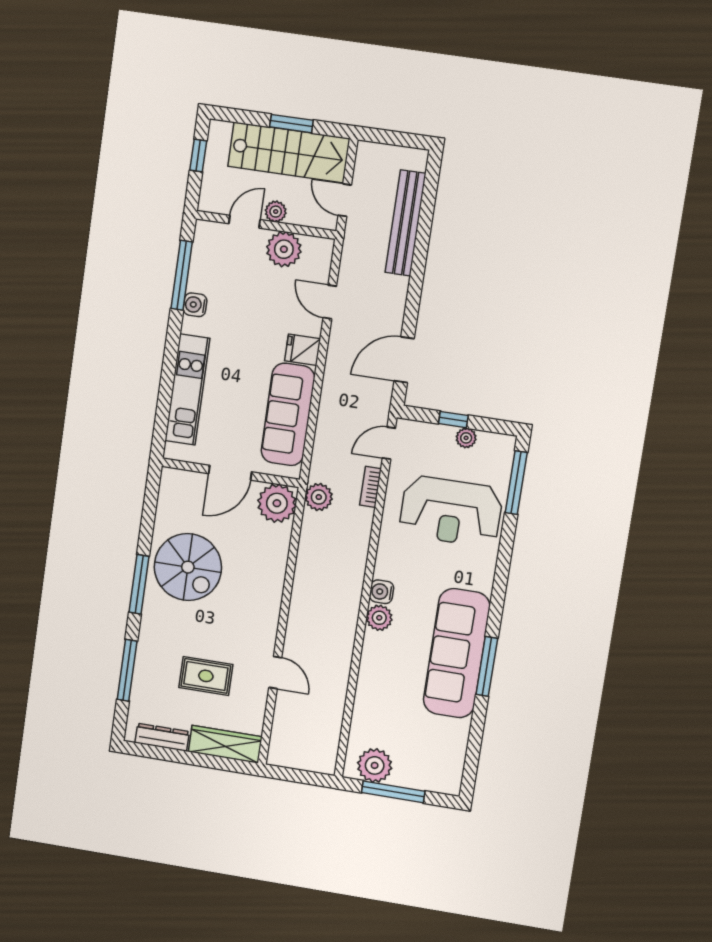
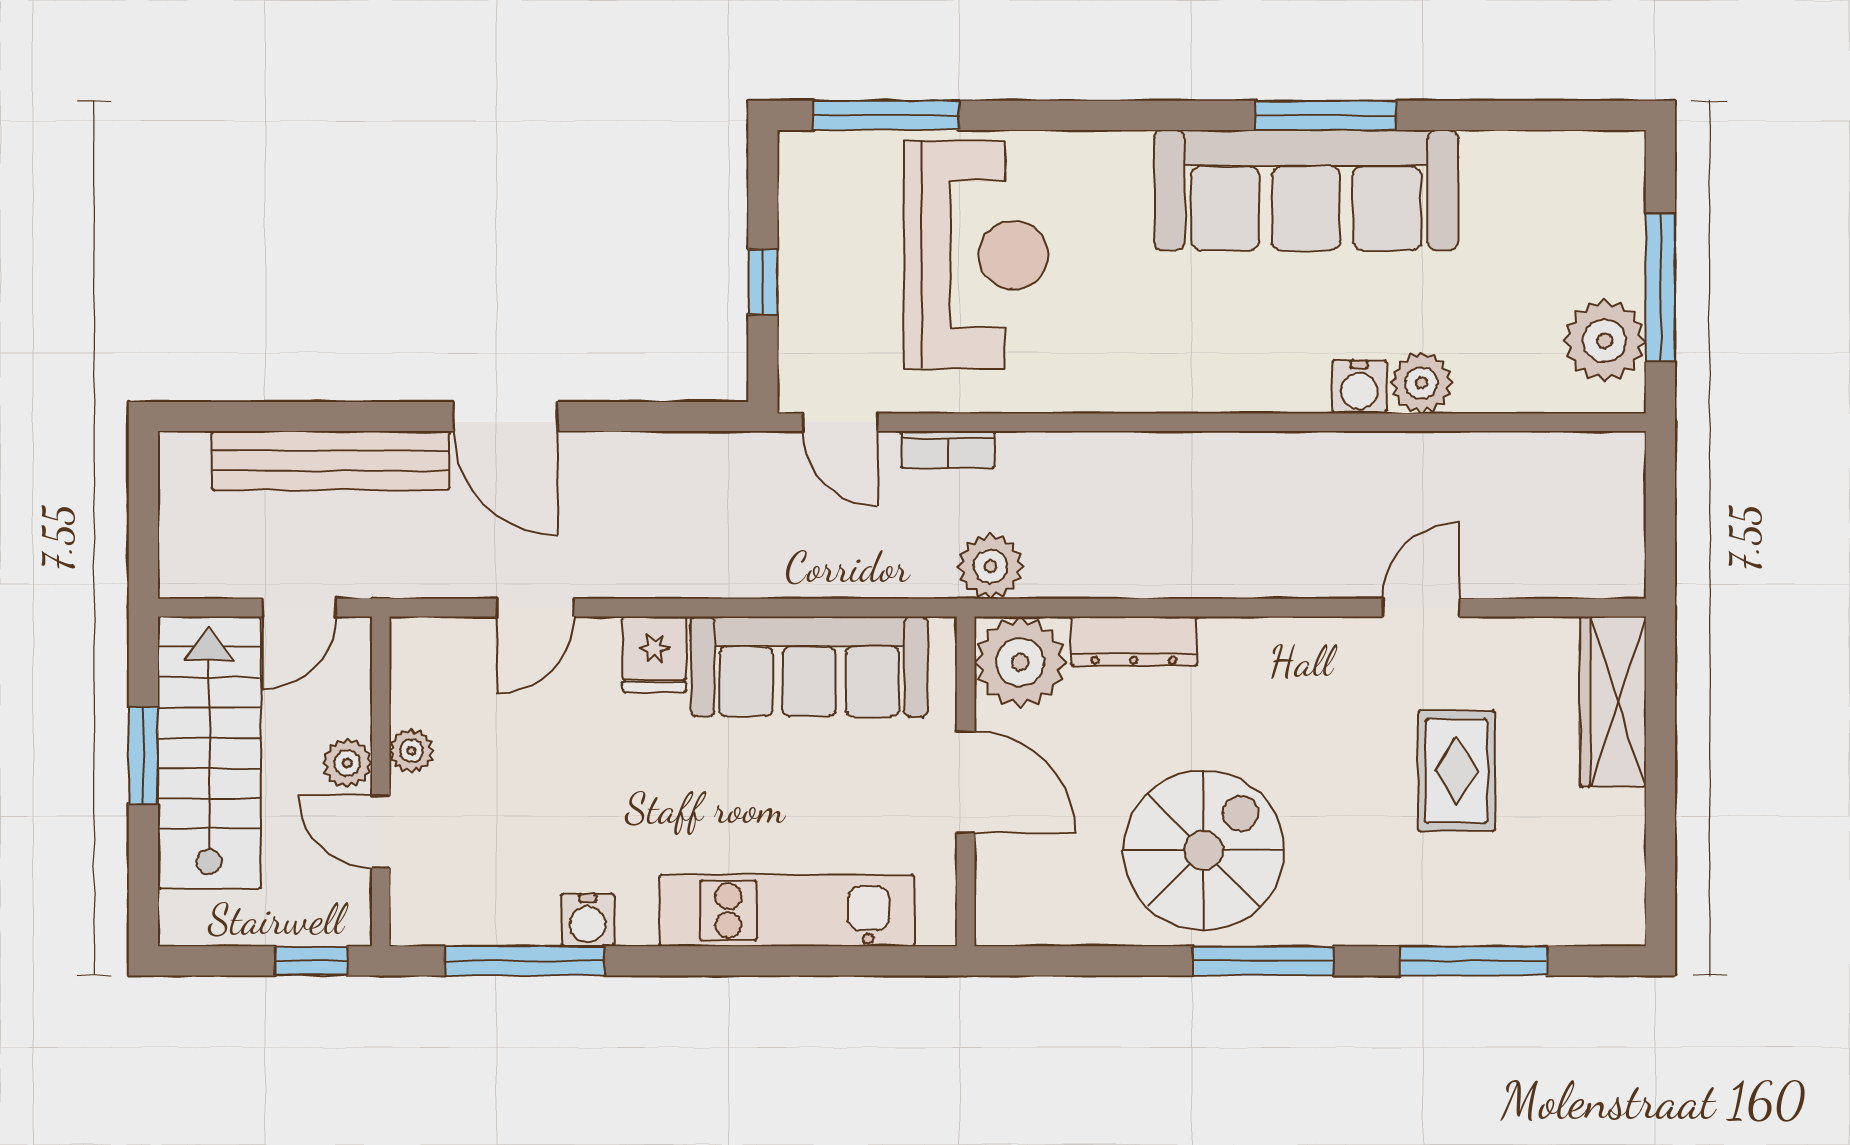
window: (198, 155) -> (312, 961), moved
plant: (284, 249) -> (411, 751), width x0.53, depth x0.53
door: (404, 360) -> (506, 416), moved
plant: (466, 438) -> (801, 246), removed
water cooler: (382, 592) -> (1359, 387), moved
plant: (379, 618) -> (1421, 383), moved
dresser: (162, 737) -> (1134, 641), moved, turned -90

